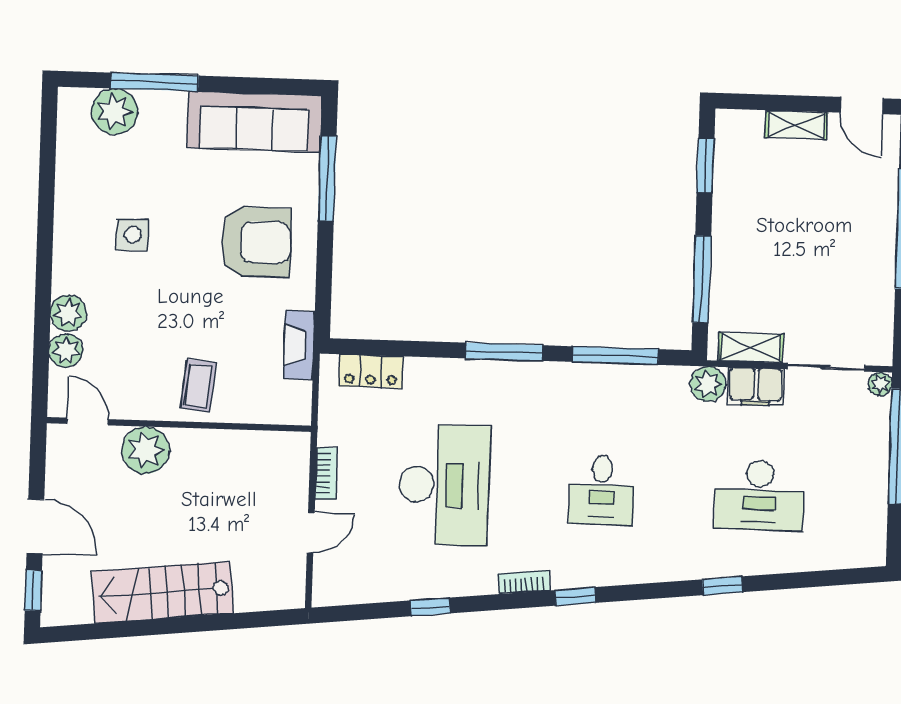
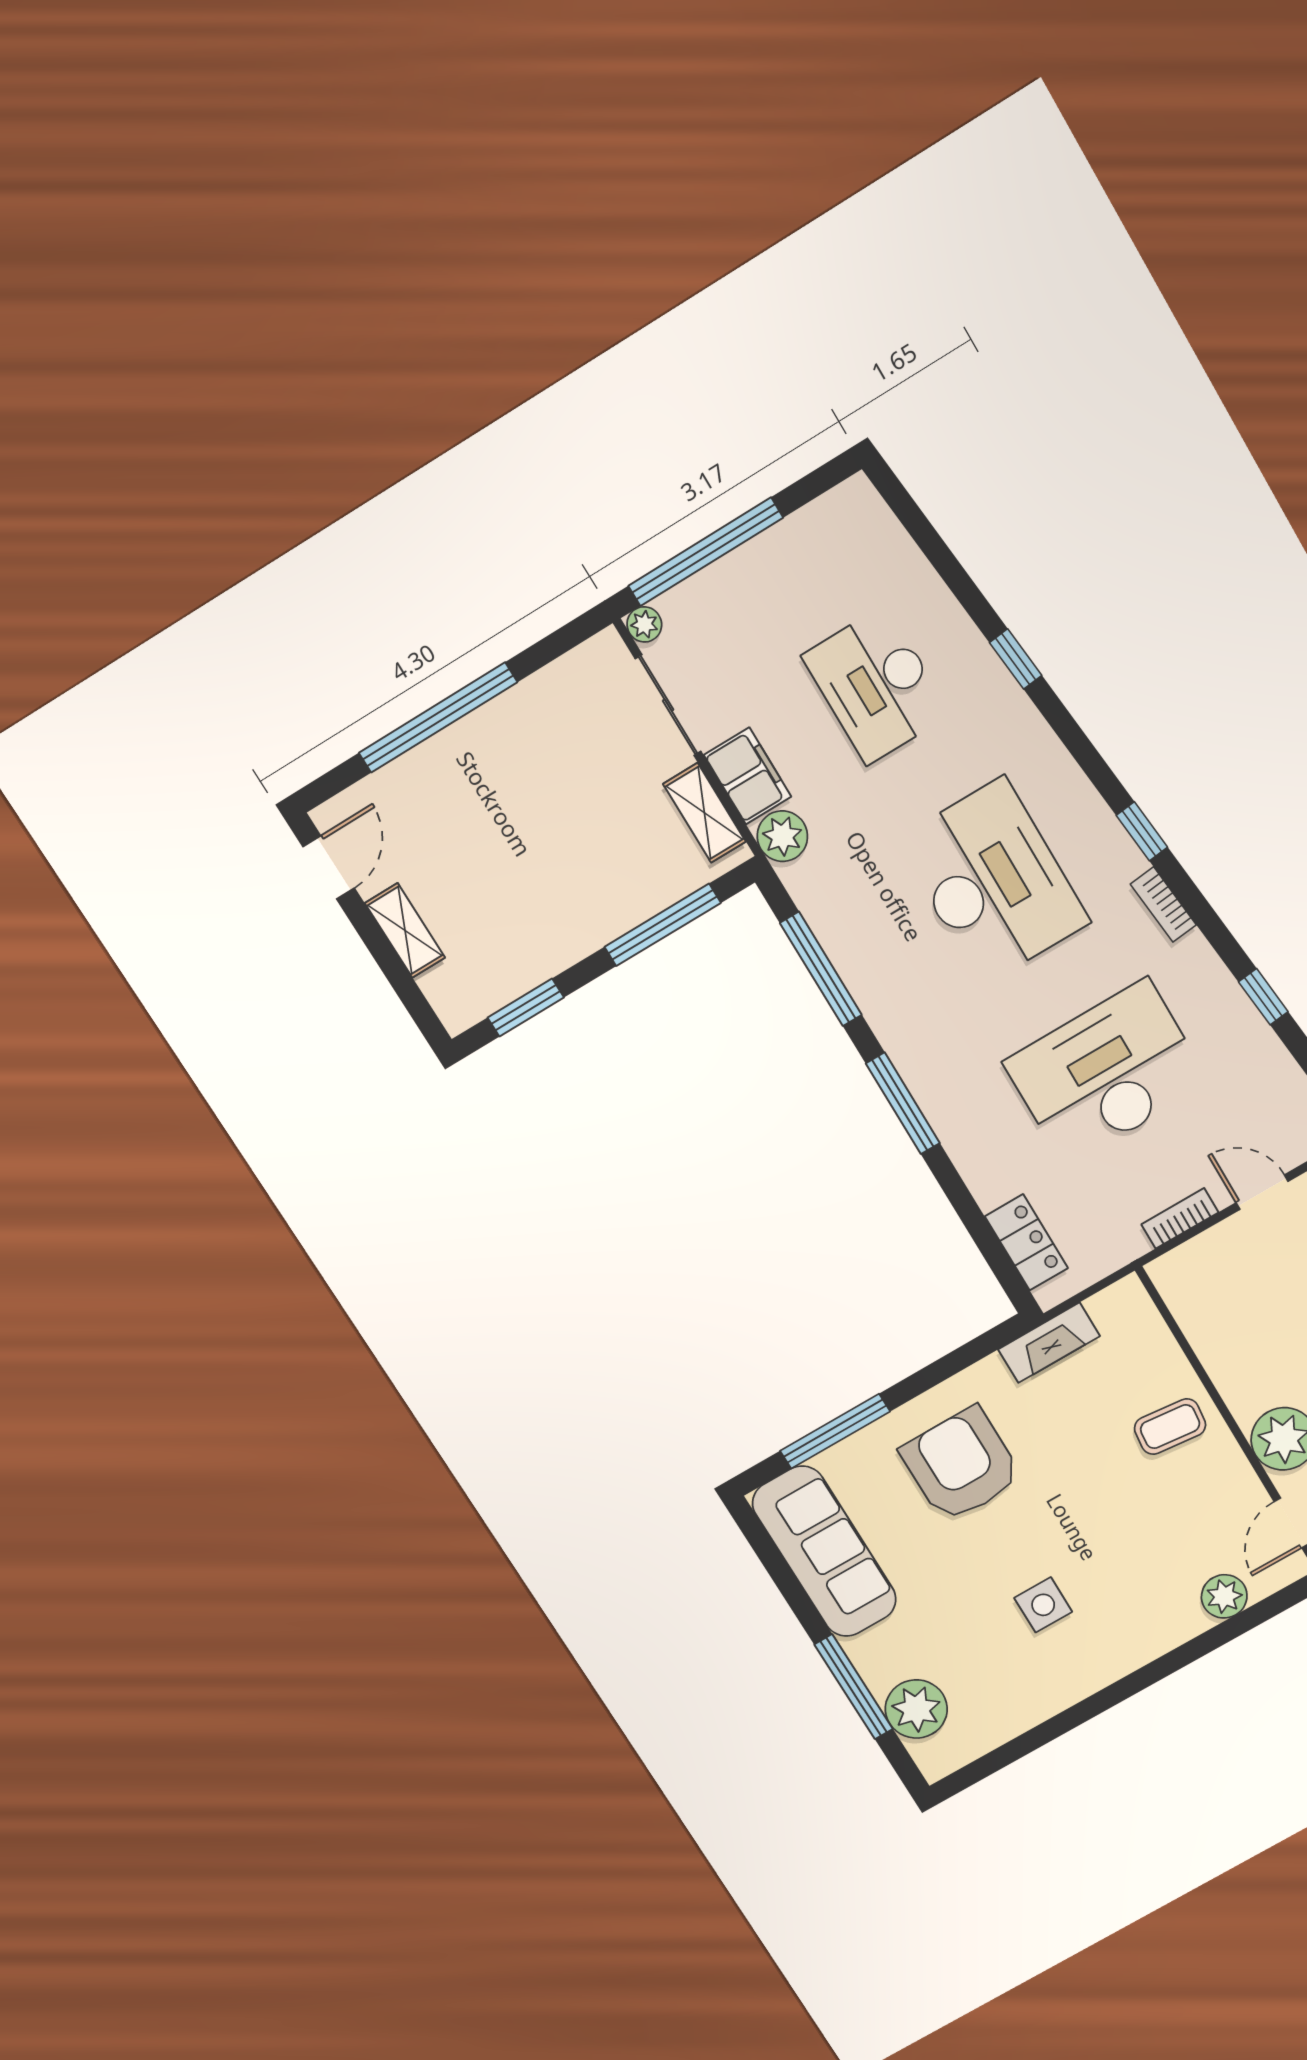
plant: (68, 313) -> (1180, 1620), removed
desk: (602, 490) -> (993, 882), width x1.87, depth x1.30
desk: (759, 496) -> (876, 685), turned 180

